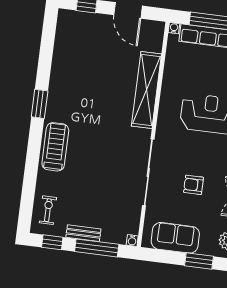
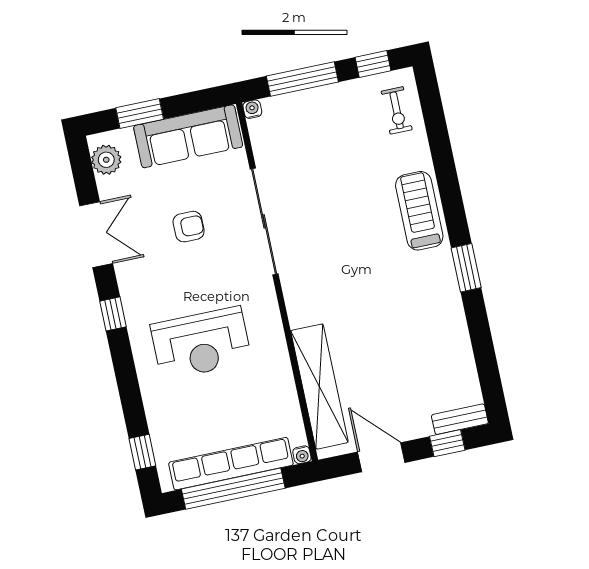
shelving: (146, 90) -> (319, 387), moved
treadmill: (55, 147) -> (419, 211), turned 180
bench: (83, 233) -> (460, 419), moved
sofa: (175, 238) -> (188, 136), width x1.36

